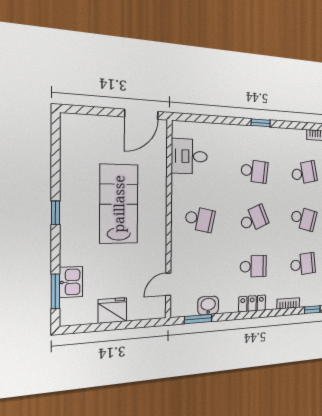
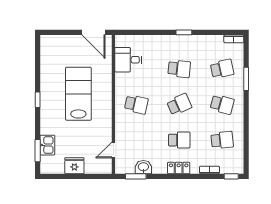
door: (141, 114) -> (93, 32), hinge flipped

